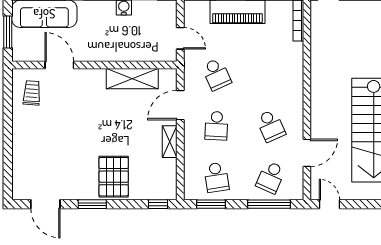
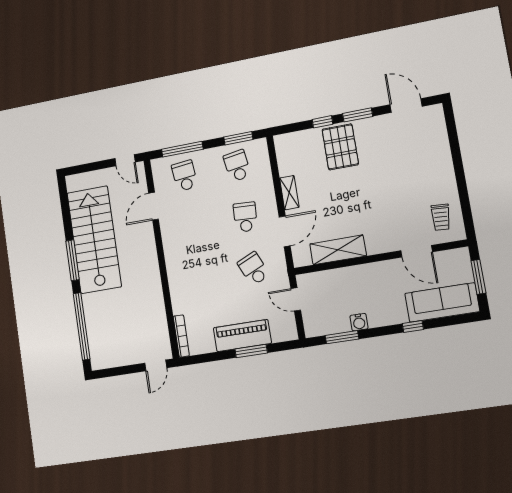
school desk: (271, 126) -> (192, 226), removed
school desk: (271, 177) -> (185, 176), turned -30
window: (158, 204) -> (323, 122), moved

